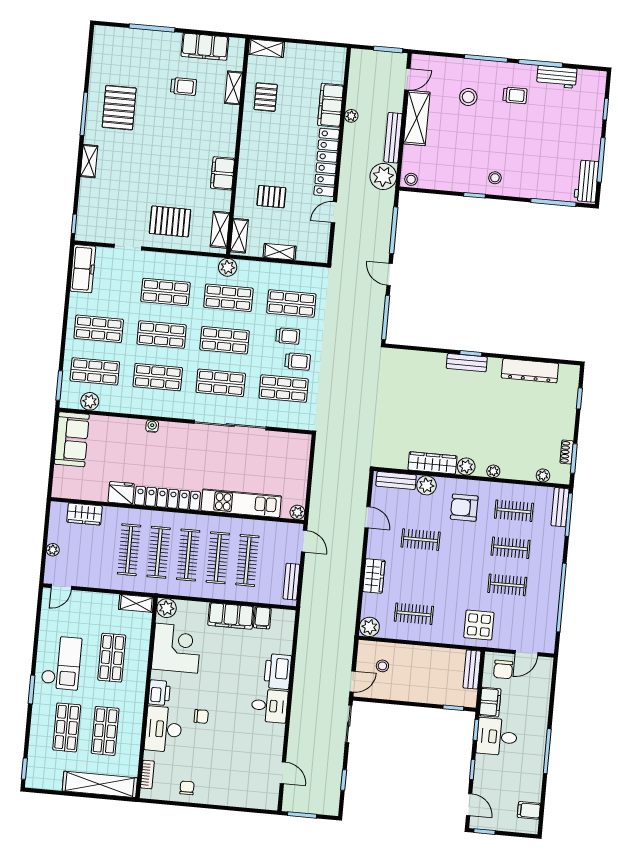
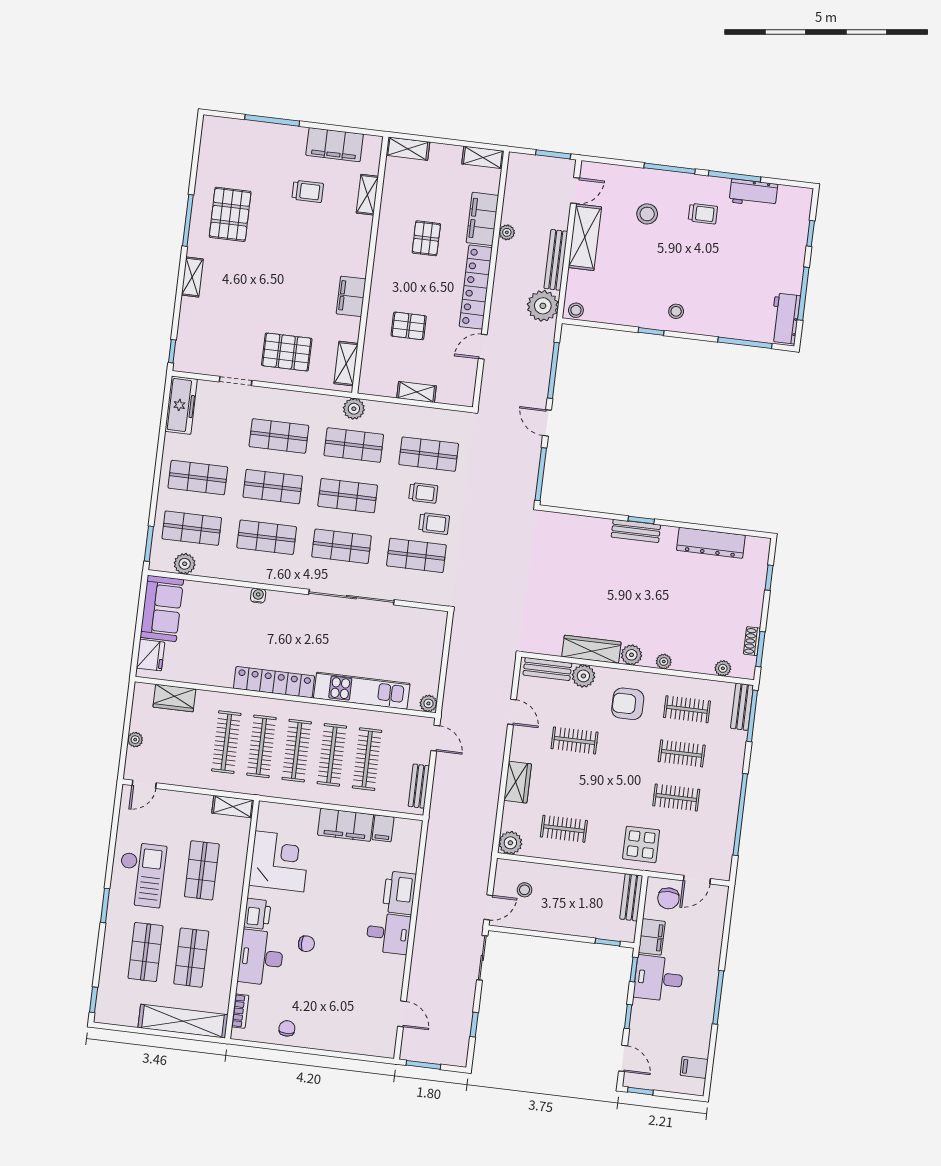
pallet: (266, 97) -> (426, 238), moved
shelving: (239, 236) -> (483, 157), moved, turned 90
fridge: (121, 493) -> (150, 655), moved, turned 90
plant: (167, 608) -> (269, 813), removed

